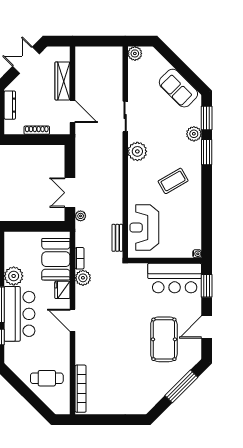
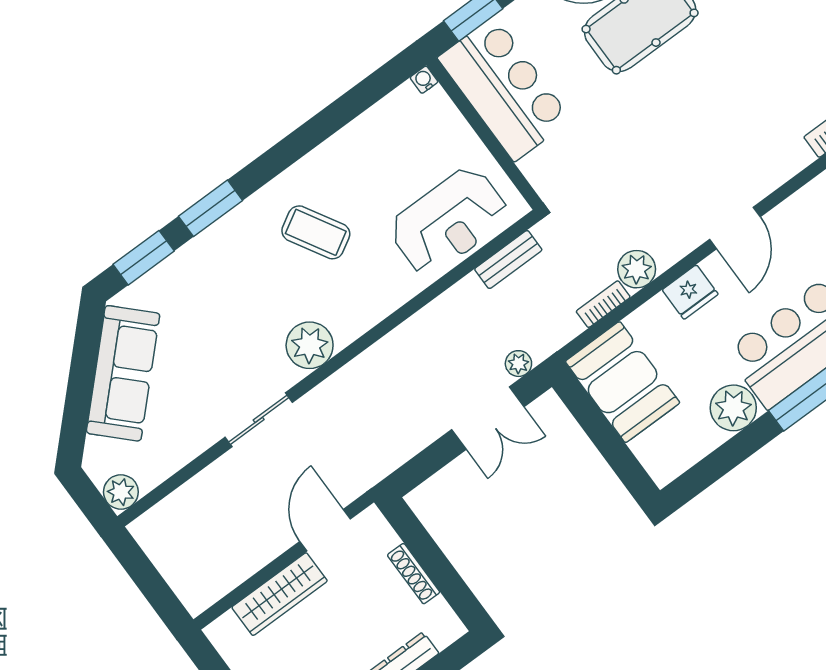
sofa: (178, 88) -> (123, 373), width x1.36
plant: (194, 134) -> (193, 260), removed
booth: (56, 259) -> (623, 382), moved, turned 90

